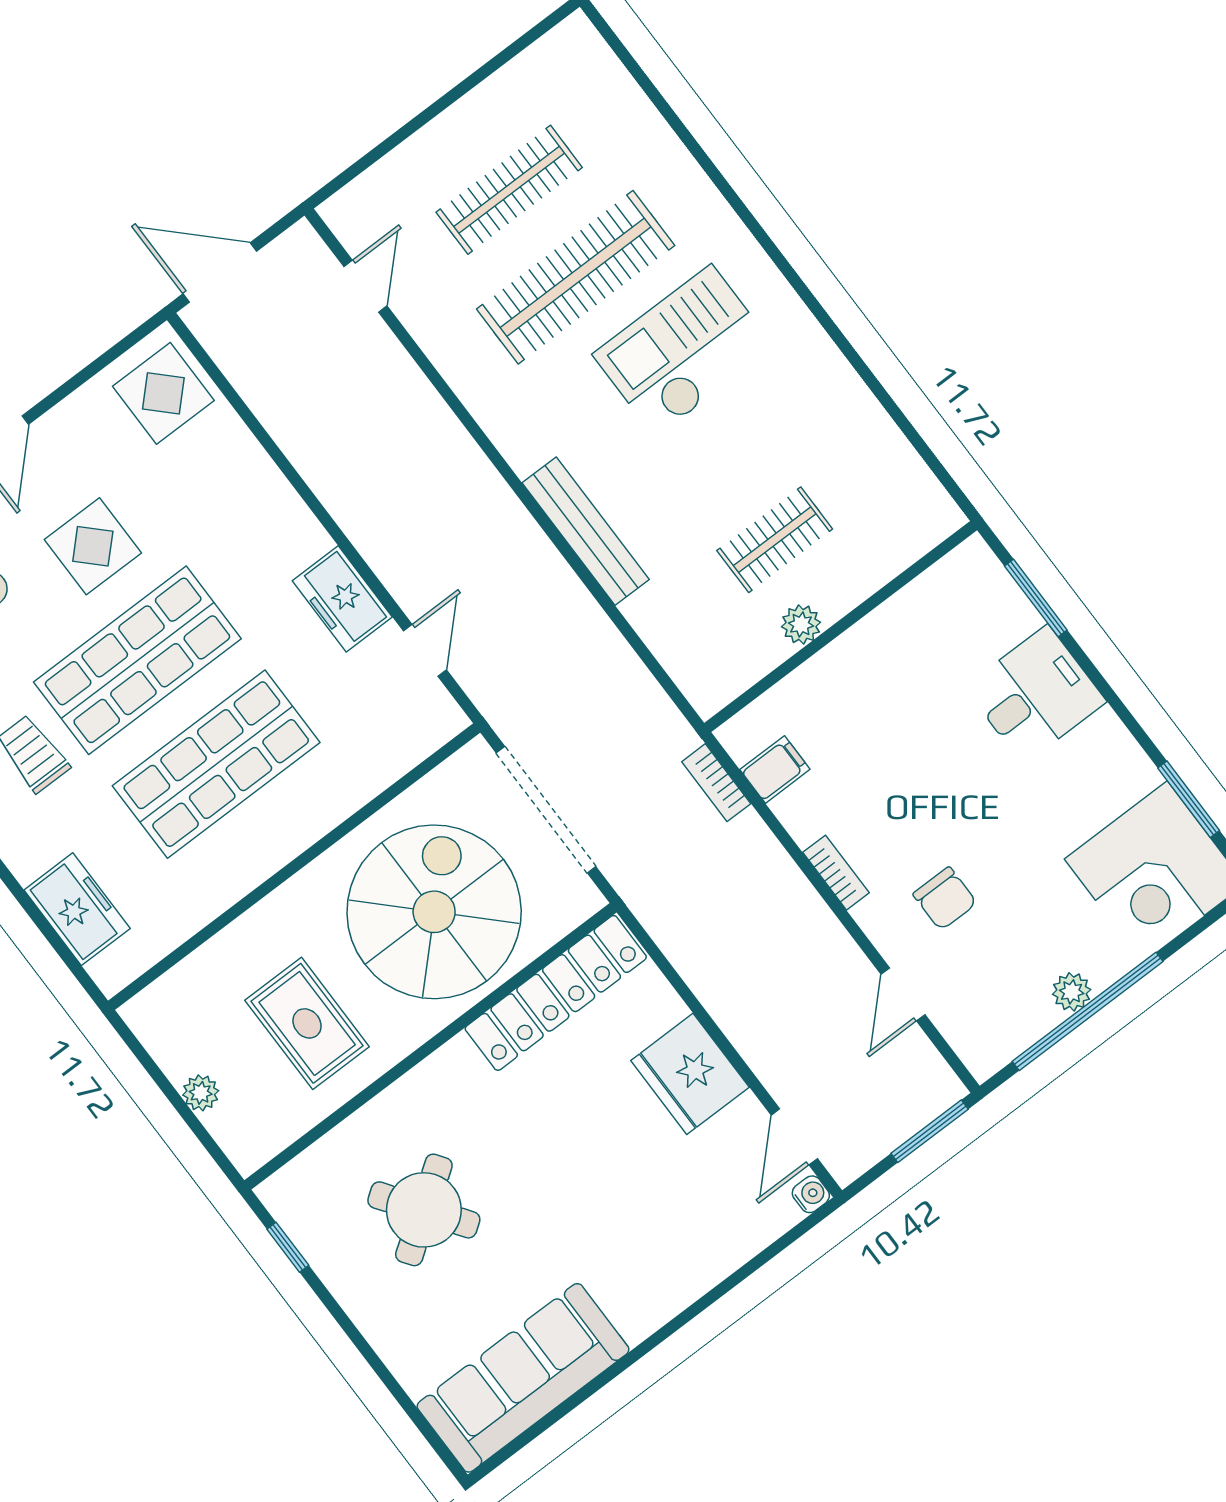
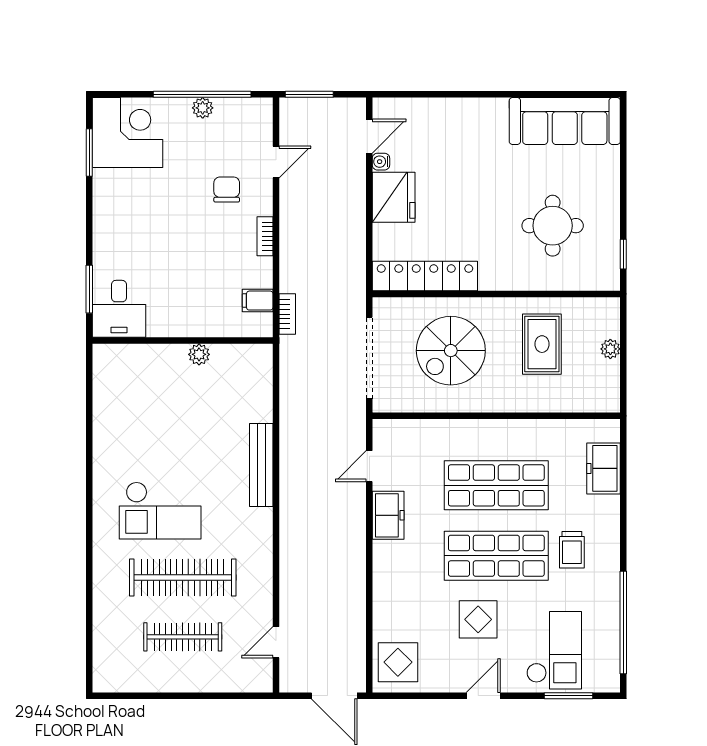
clothes rail: (775, 540) -> (183, 399), removed
desk: (1035, 695) -> (119, 309), moved, turned -90
spiral stairs: (434, 912) -> (451, 351), width x0.73, depth x0.73
water cooler: (811, 1194) -> (381, 162), moved
round table: (424, 1210) -> (553, 226), turned 35

